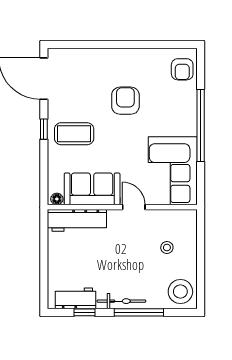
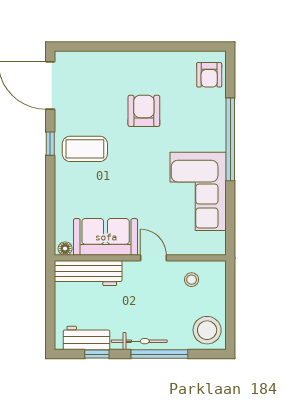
sofa: (92, 189) -> (106, 237), moved
floor lamp: (57, 199) -> (65, 249), moved
wall: (122, 207) -> (140, 258), moved
door: (134, 207) -> (153, 258), moved
workbench: (77, 220) -> (88, 273), moved

